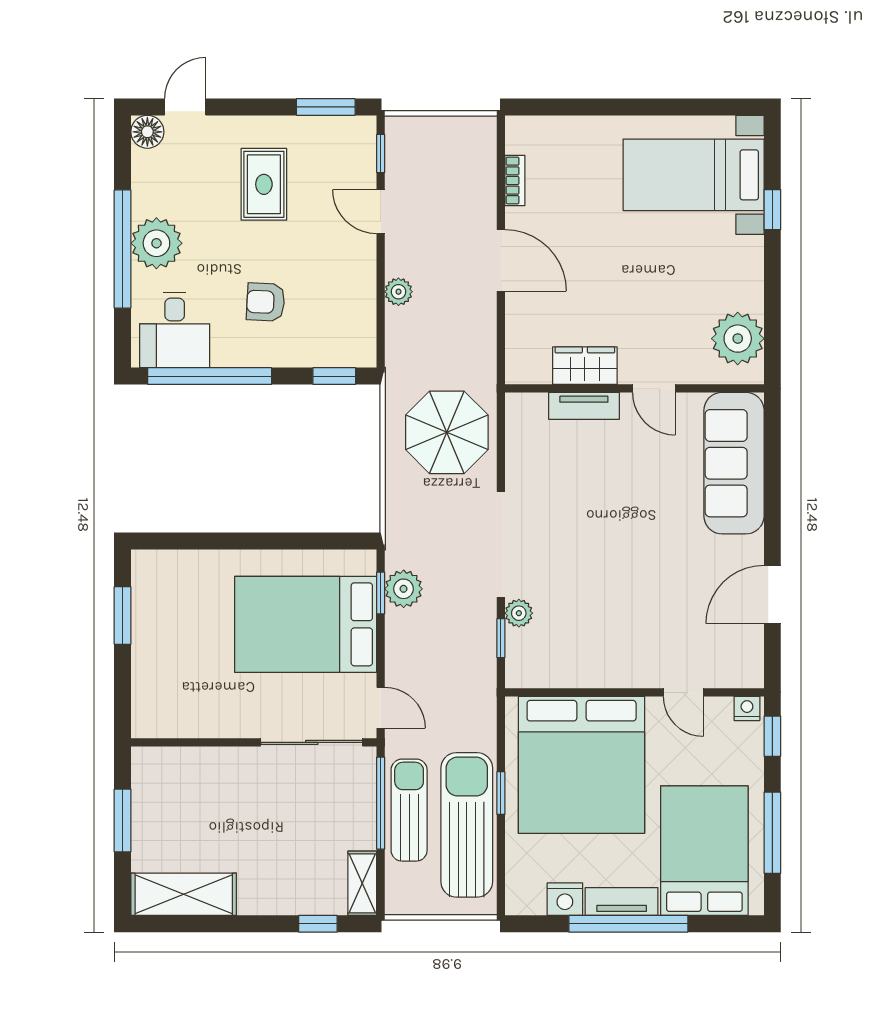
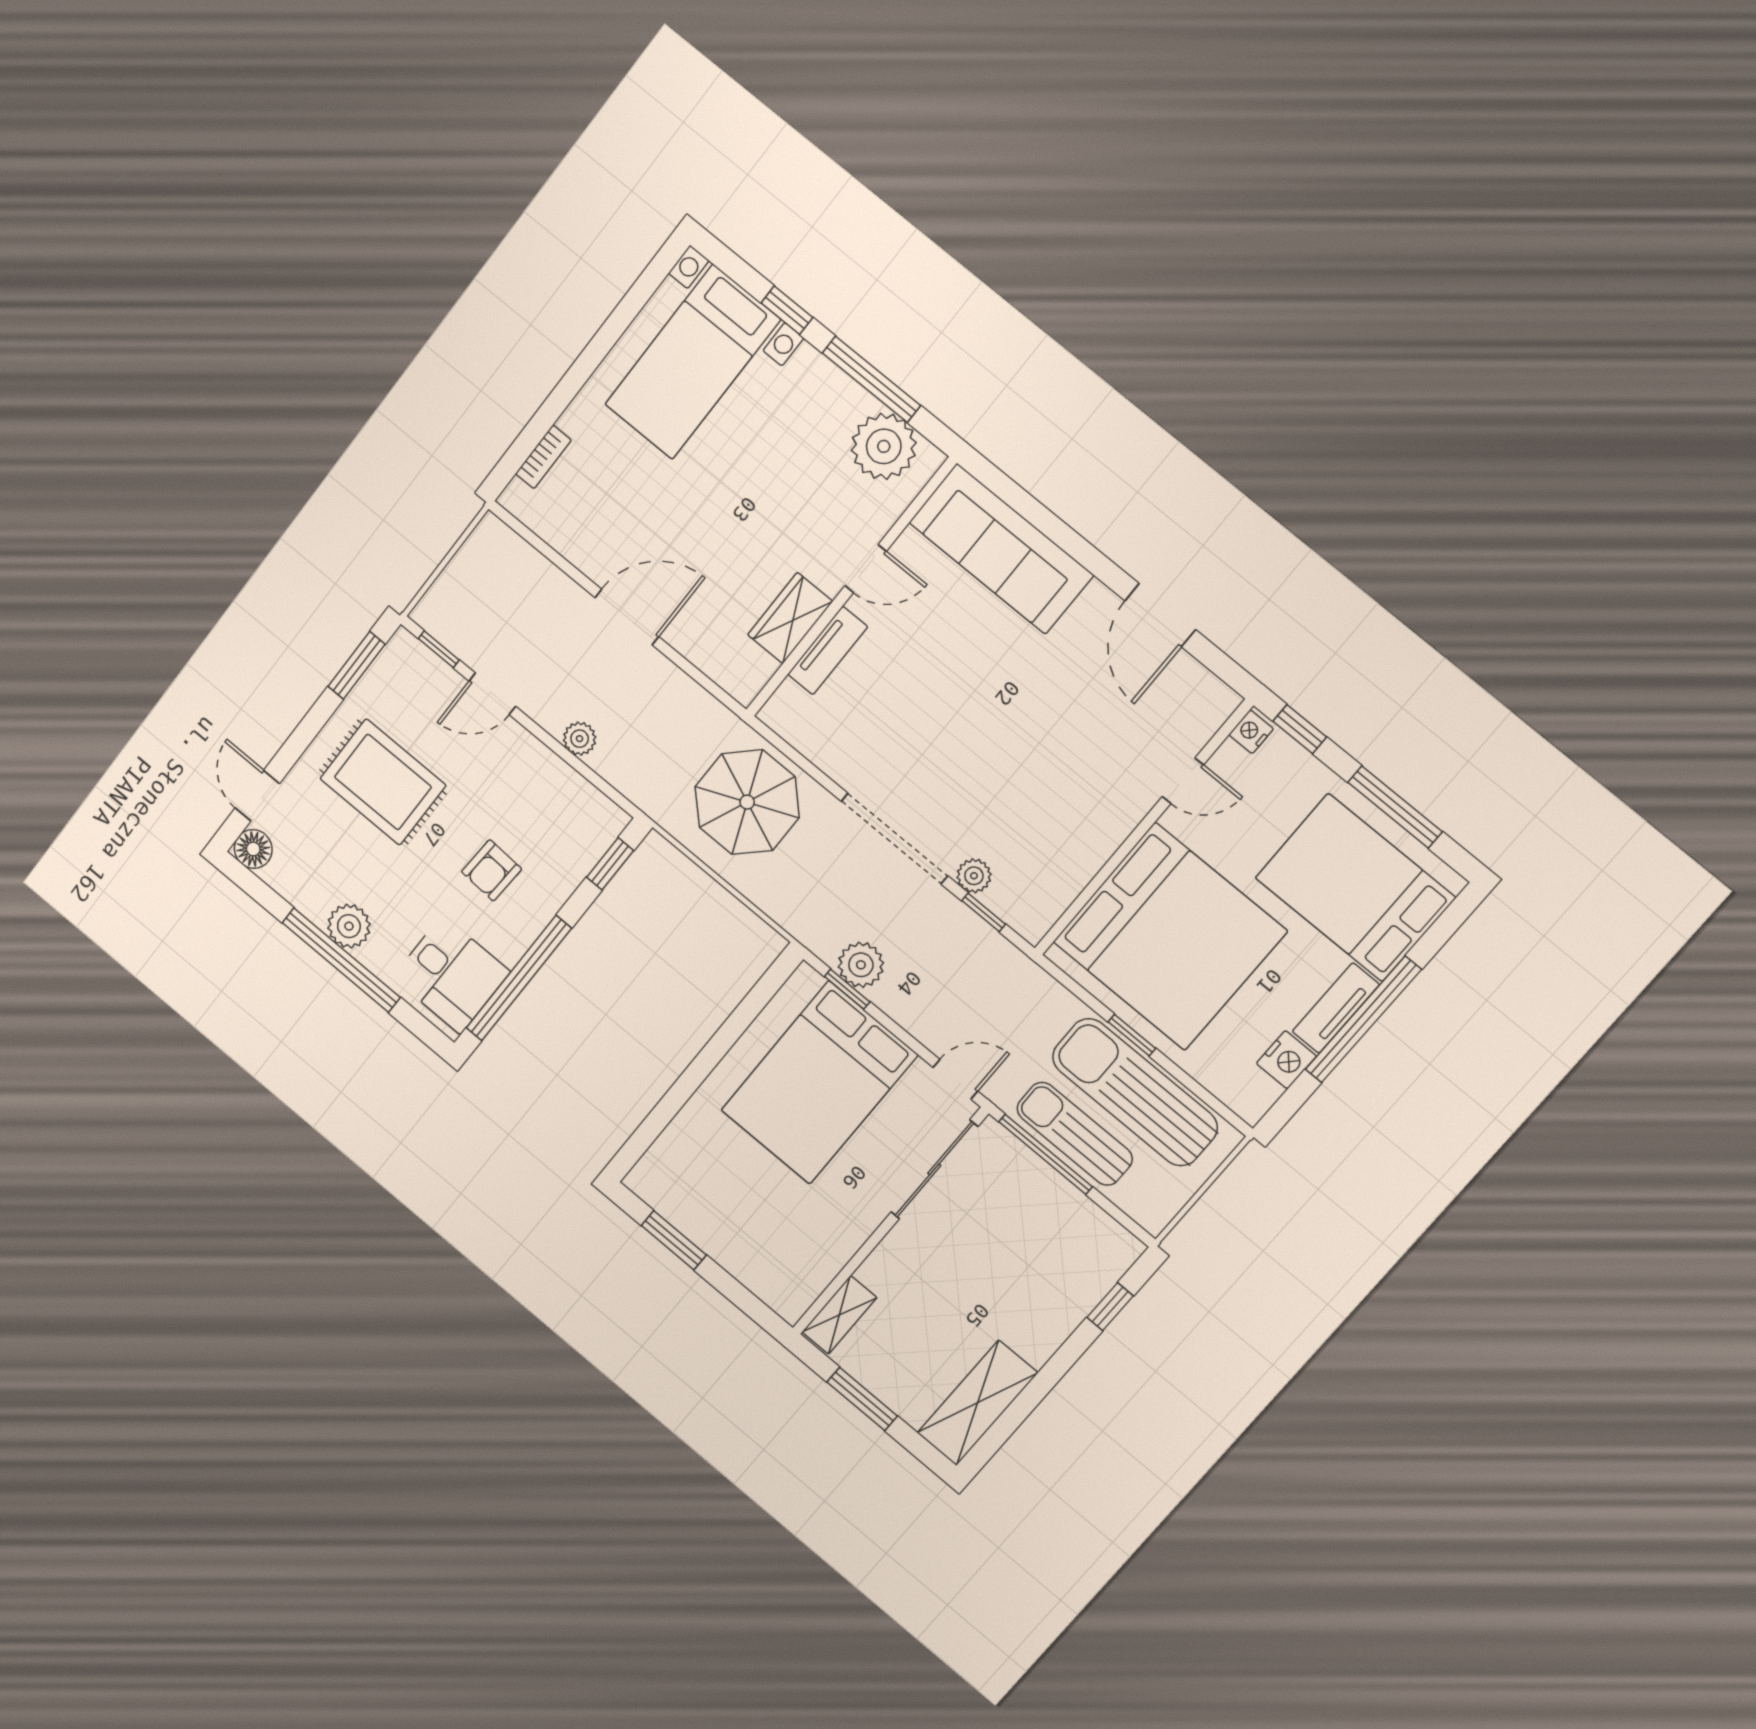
bookcase: (515, 180) -> (543, 457), moved, turned 90
rug: (264, 184) -> (383, 782), width x1.36, depth x1.43
plant: (156, 243) -> (349, 926), width x0.73, depth x0.73
window: (772, 297) -> (871, 379), added
shelving: (362, 883) -> (839, 1315), moved, turned 90

